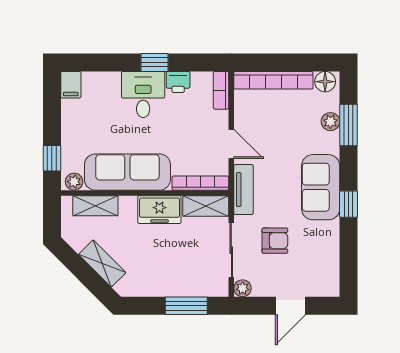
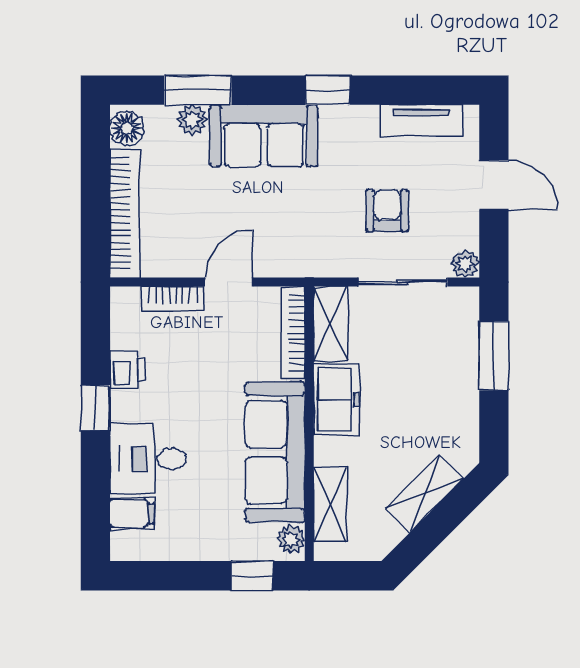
filing cabinet: (71, 85) -> (132, 513), moved
bookcase: (221, 90) -> (173, 299), moved
desk: (143, 94) -> (148, 459), moved
sofa: (321, 187) -> (264, 136), moved
tv unit: (244, 190) -> (421, 120), moved, turned 180

